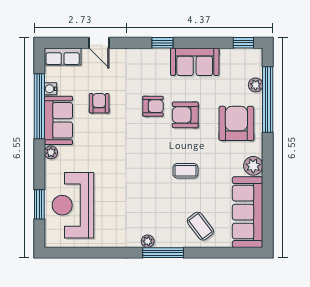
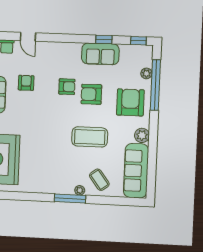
window: (163, 43) -> (104, 39), moved
coffee table: (185, 171) -> (90, 137), width x1.86, depth x1.72
plant: (148, 241) -> (80, 190), moved

